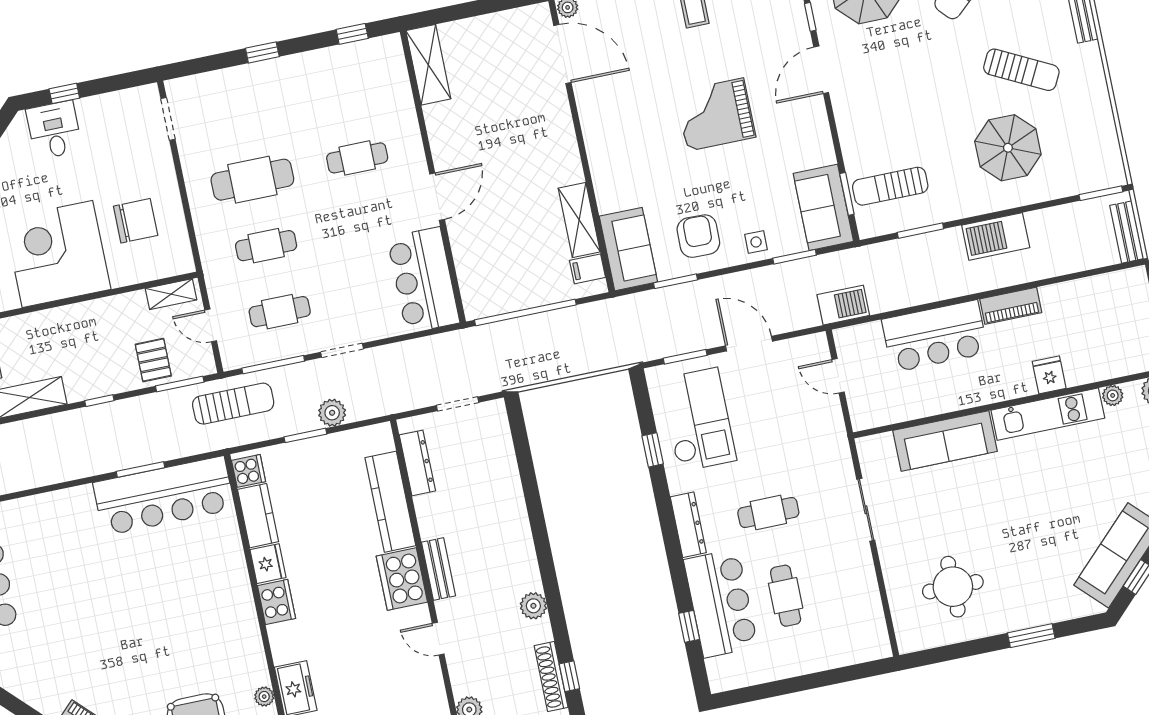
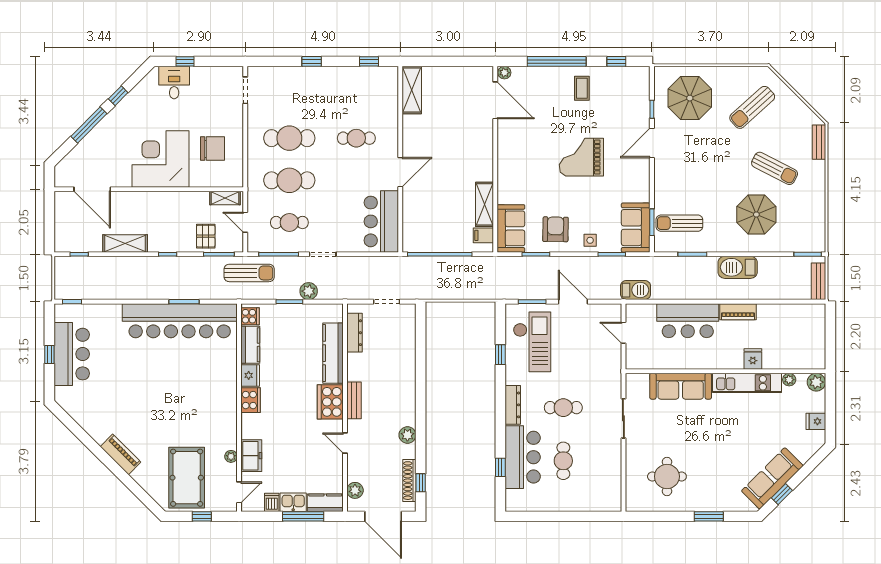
cafe table: (266, 246) -> (289, 180), width x1.37, depth x1.35
bar counter: (164, 496) -> (180, 321), width x1.36

